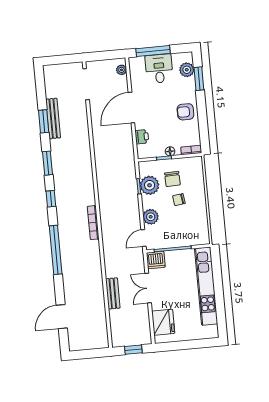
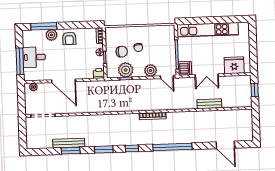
plant: (187, 70) -> (52, 35), moved
window: (199, 79) -> (44, 26), width x1.44
printer: (142, 137) -> (99, 73), moved

